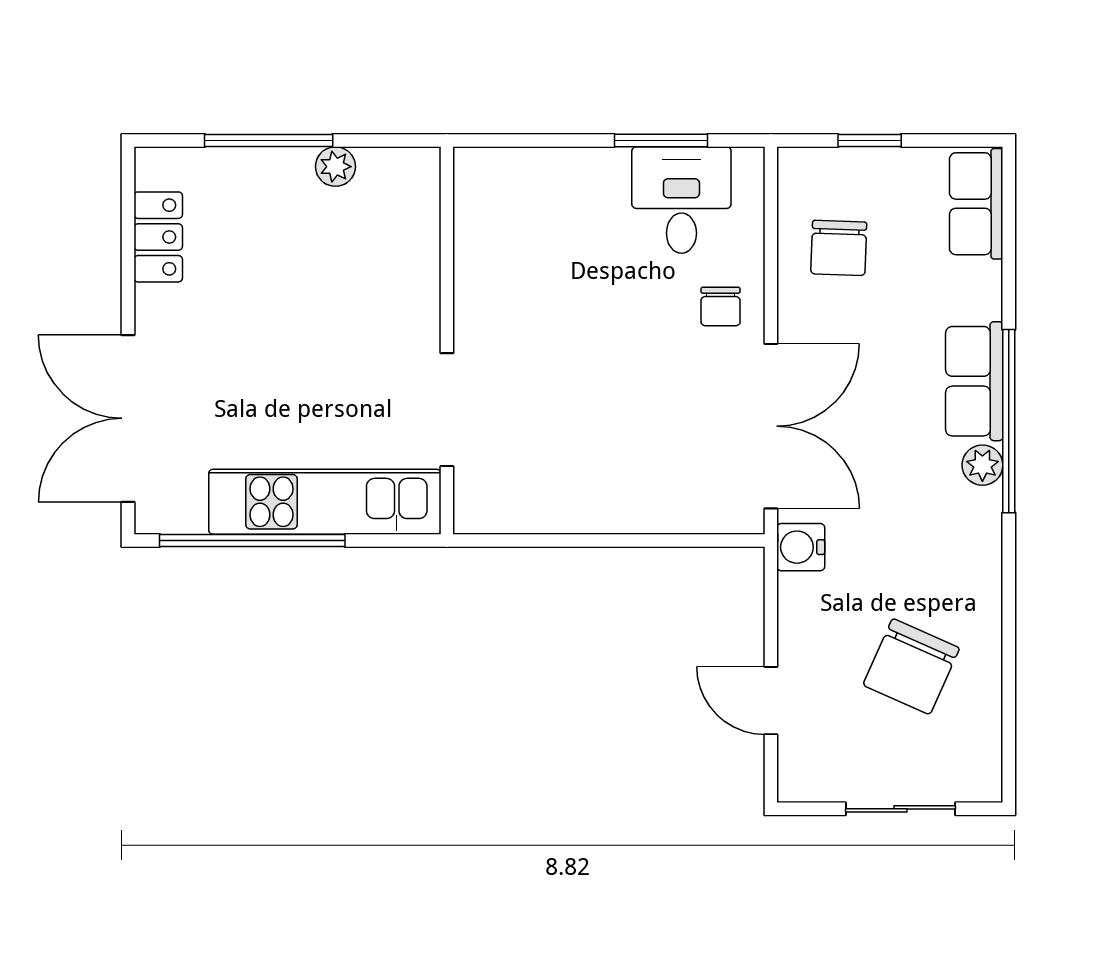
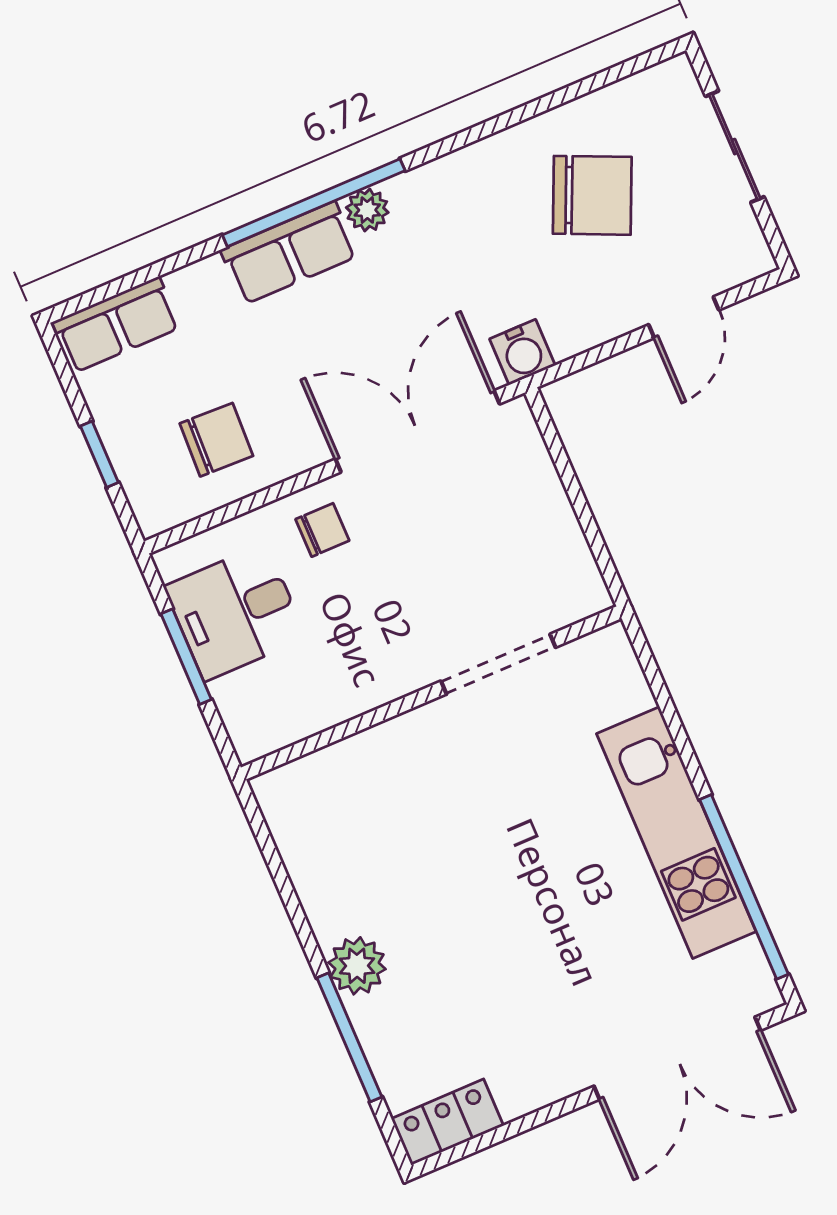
plant: (335, 167) -> (357, 966), width x1.38, depth x1.38
locker: (158, 237) -> (447, 1122), moved
wall: (447, 341) -> (431, 693), moved
doorway: (447, 410) -> (498, 664), moved

